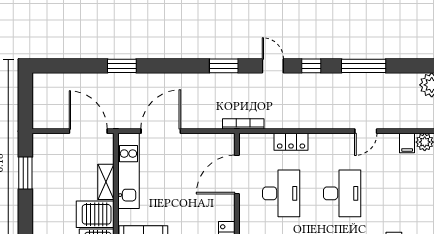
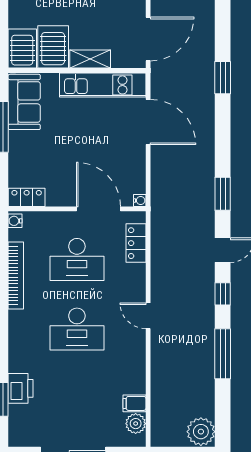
bookcase: (243, 124) -> (156, 216), removed
door: (366, 131) -> (148, 316), moved
water cooler: (230, 139) -> (140, 200), added
locker: (291, 142) -> (136, 243), moved

